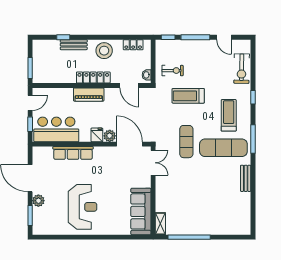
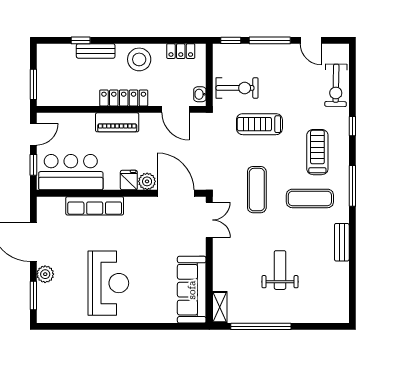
exercise bike: (173, 71) -> (237, 88), width x1.38, depth x1.39
exercise mat: (223, 148) -> (310, 198), width x0.73, depth x0.69
weight bench: (203, 198) -> (280, 270), added

